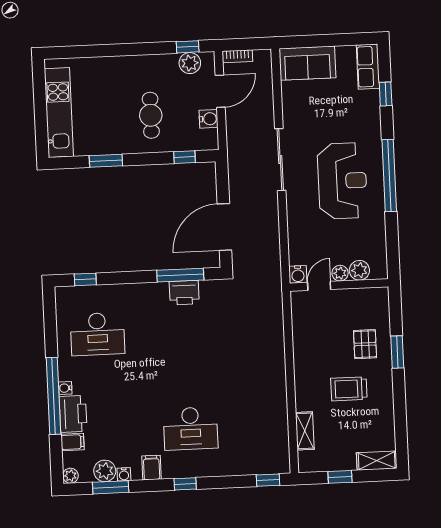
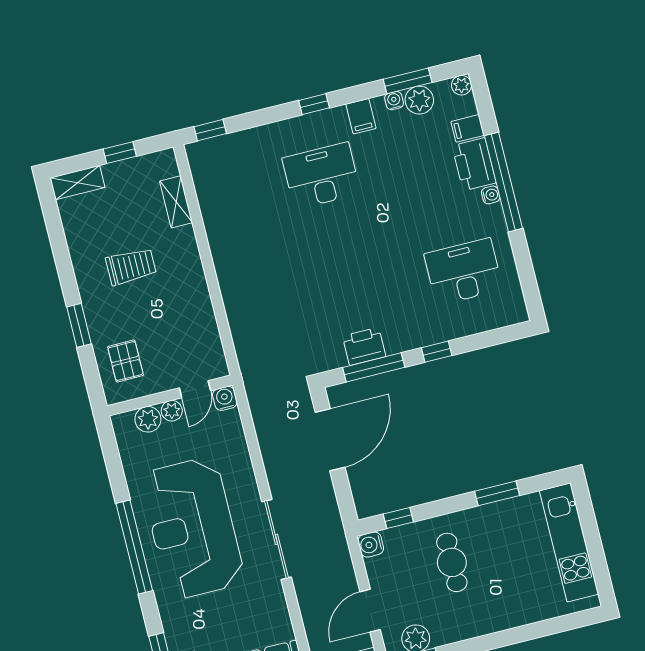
water cooler: (209, 119) -> (371, 545), moved
reception desk: (342, 181) -> (192, 528), width x1.36, depth x1.30
window: (85, 279) -> (437, 352), moved
pallet: (365, 344) -> (126, 361), moved

